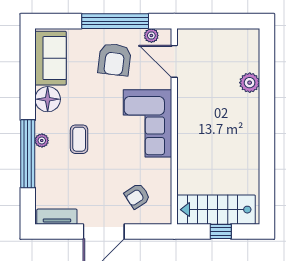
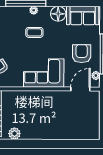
armchair: (115, 60) -> (82, 54), turned 83
plant: (250, 83) -> (14, 134), moved

